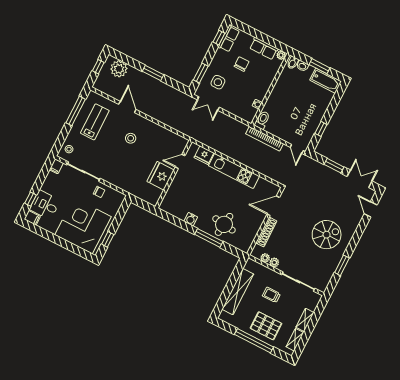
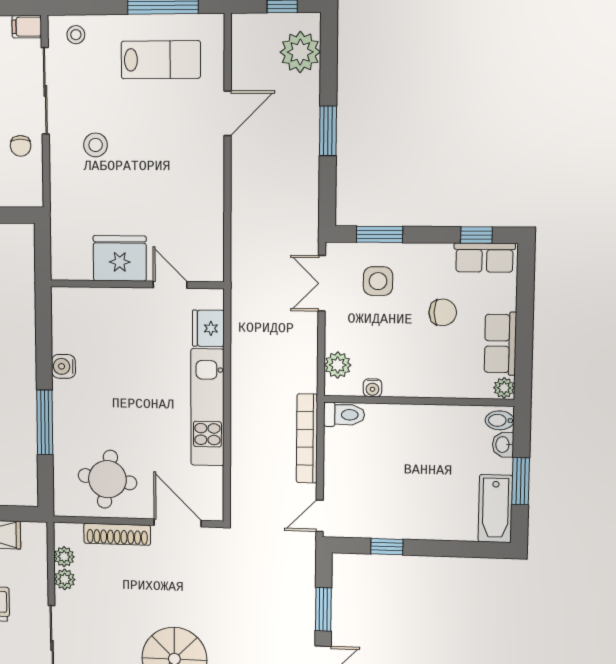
plant: (242, 113) -> (338, 365), added
stool: (131, 138) -> (96, 145), moved
round table: (224, 224) -> (107, 479), moved

